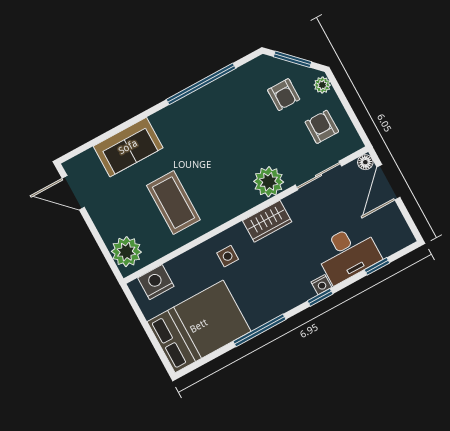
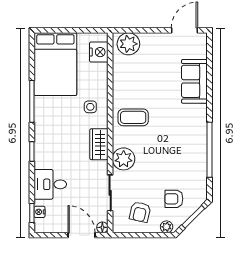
armchair: (322, 127) -> (140, 212), turned 103
coffee table: (173, 203) -> (133, 117), moved, width x0.73, depth x0.76
desk: (348, 254) -> (50, 184), width x0.73
window: (377, 266) -> (32, 213), moved
nightstand: (321, 285) -> (40, 212), moved

